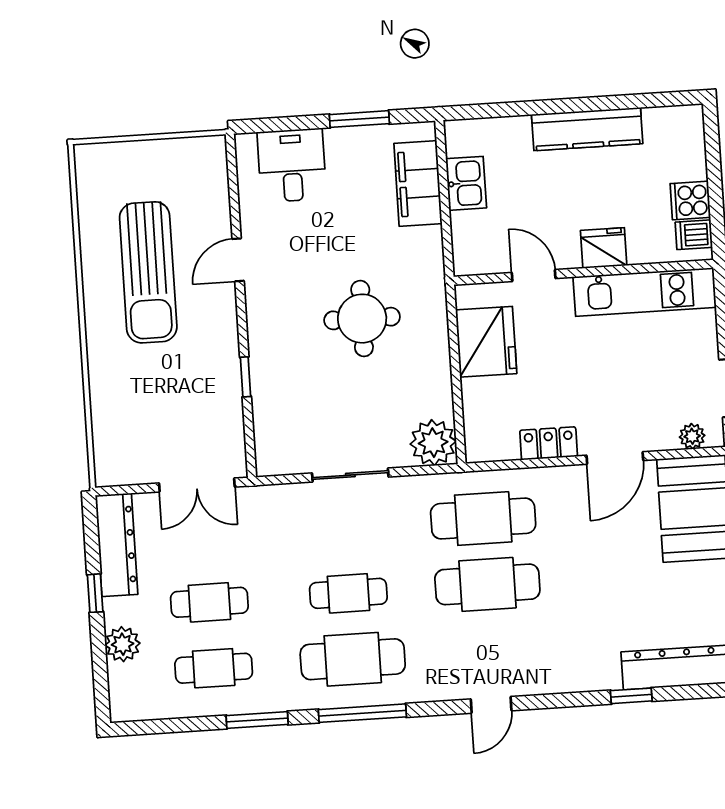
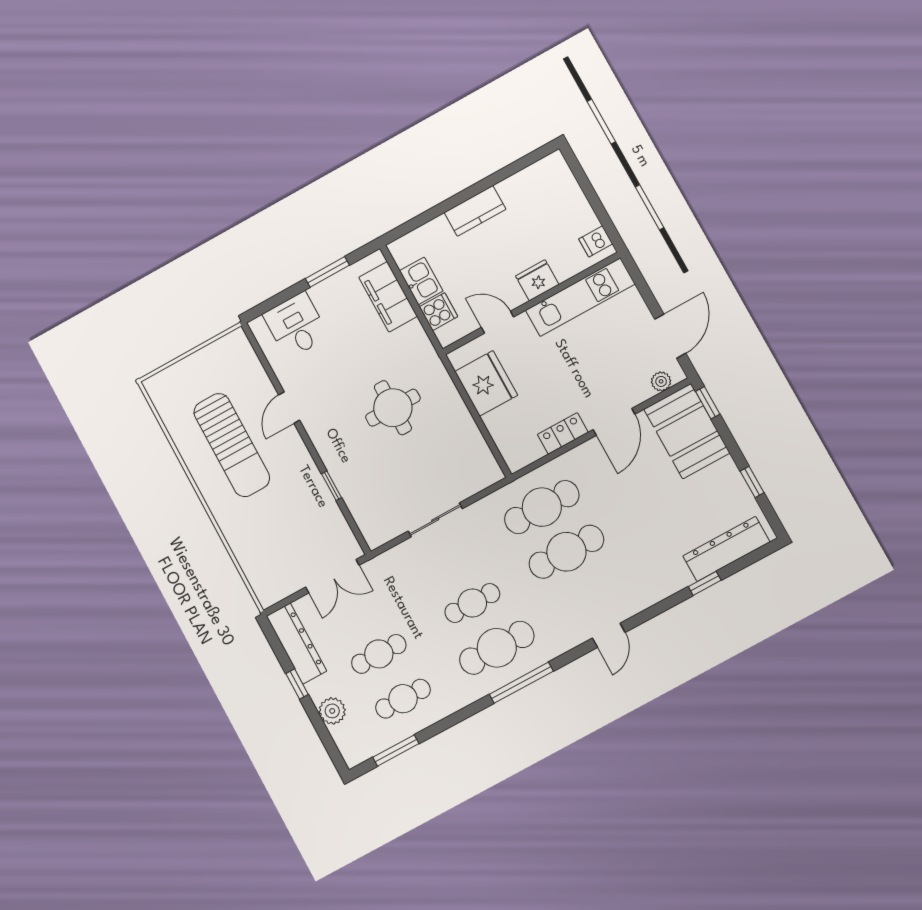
kitchen counter: (587, 129) -> (475, 211), width x0.67
cooker: (690, 200) -> (438, 312), moved, turned 180
plant: (433, 443) -> (482, 470), removed
window: (257, 720) -> (396, 750), moved

